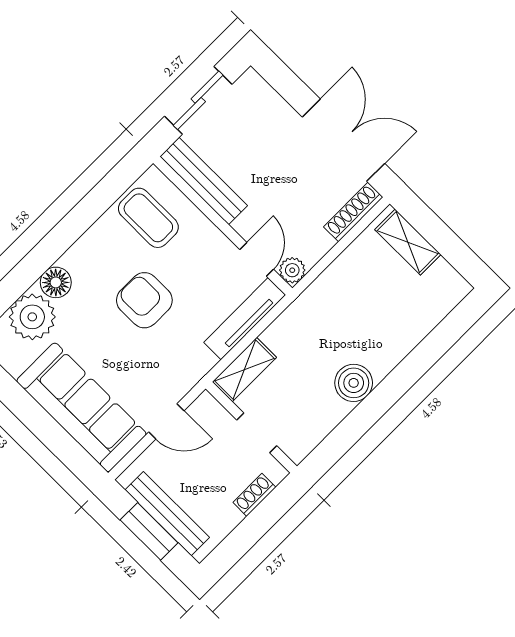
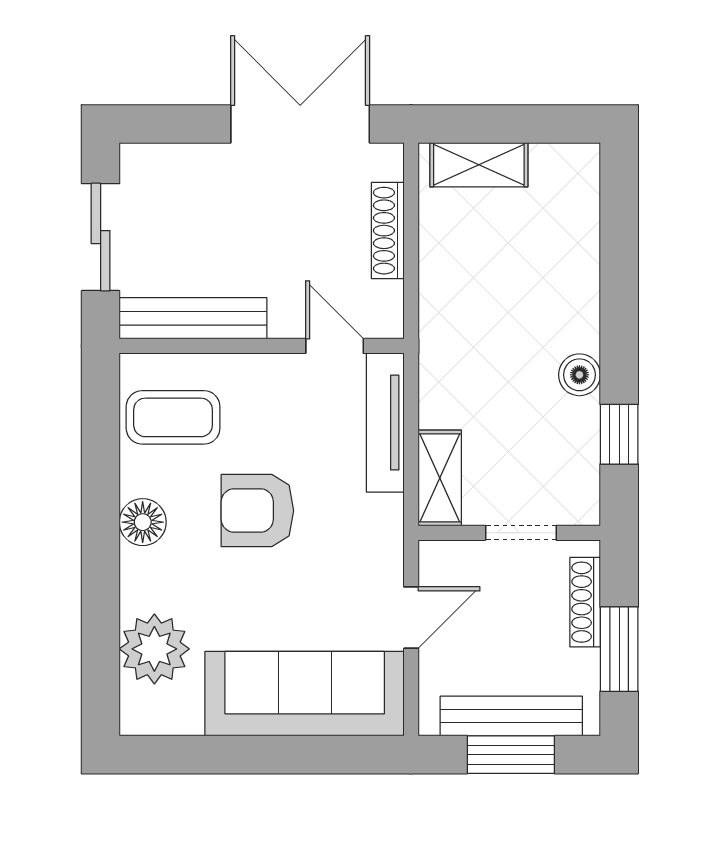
shoe rack: (353, 212) -> (388, 231), moved
plant: (292, 270) -> (385, 319), removed
floor lamp: (56, 282) -> (143, 522), moved
boiler: (354, 383) -> (579, 375), width x0.73, depth x0.73
window: (348, 432) -> (619, 434), added
shoe rack: (254, 495) -> (585, 602), width x1.43
window: (248, 532) -> (619, 649), added

